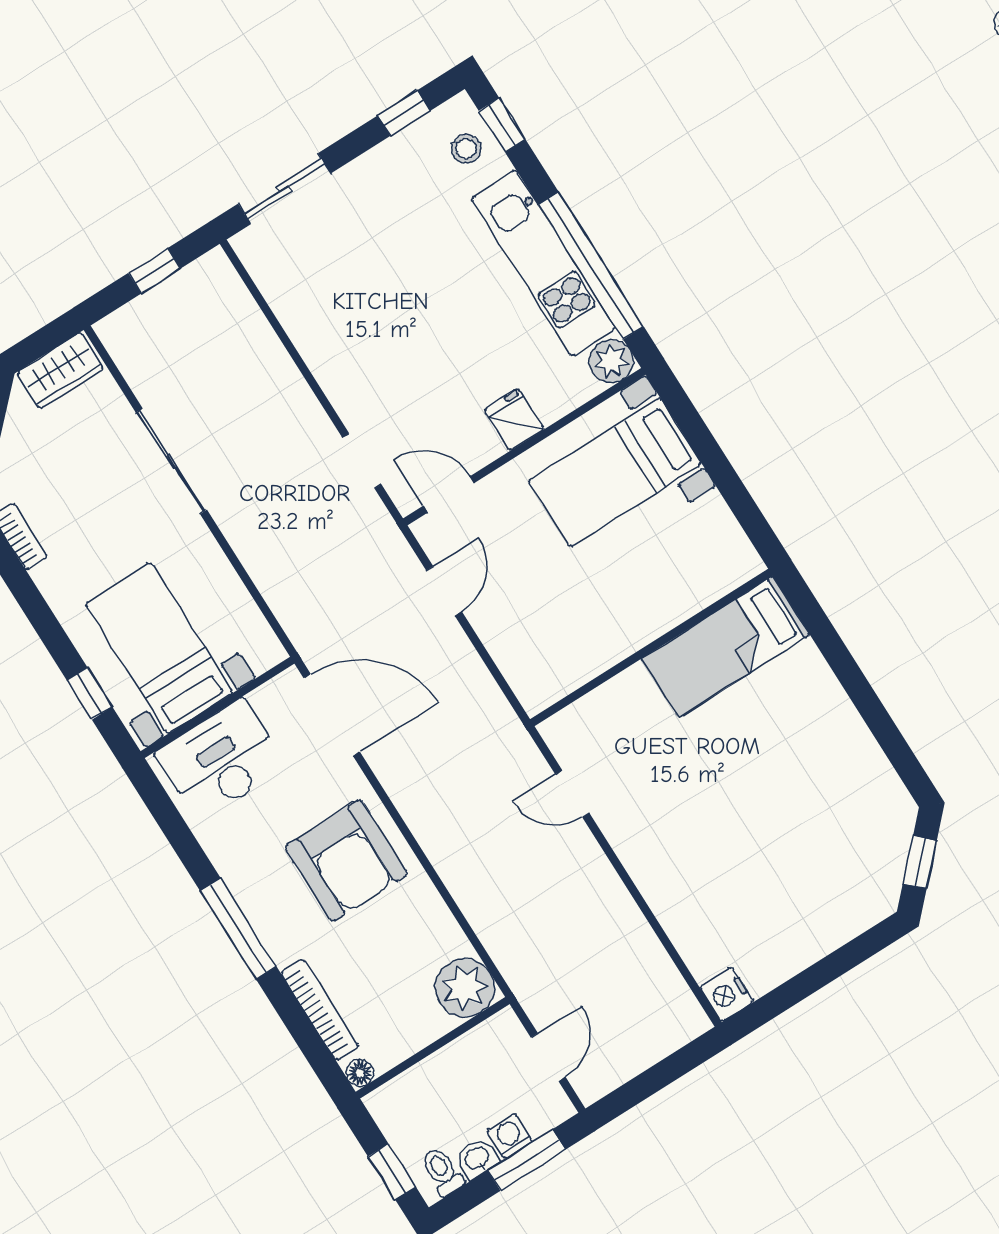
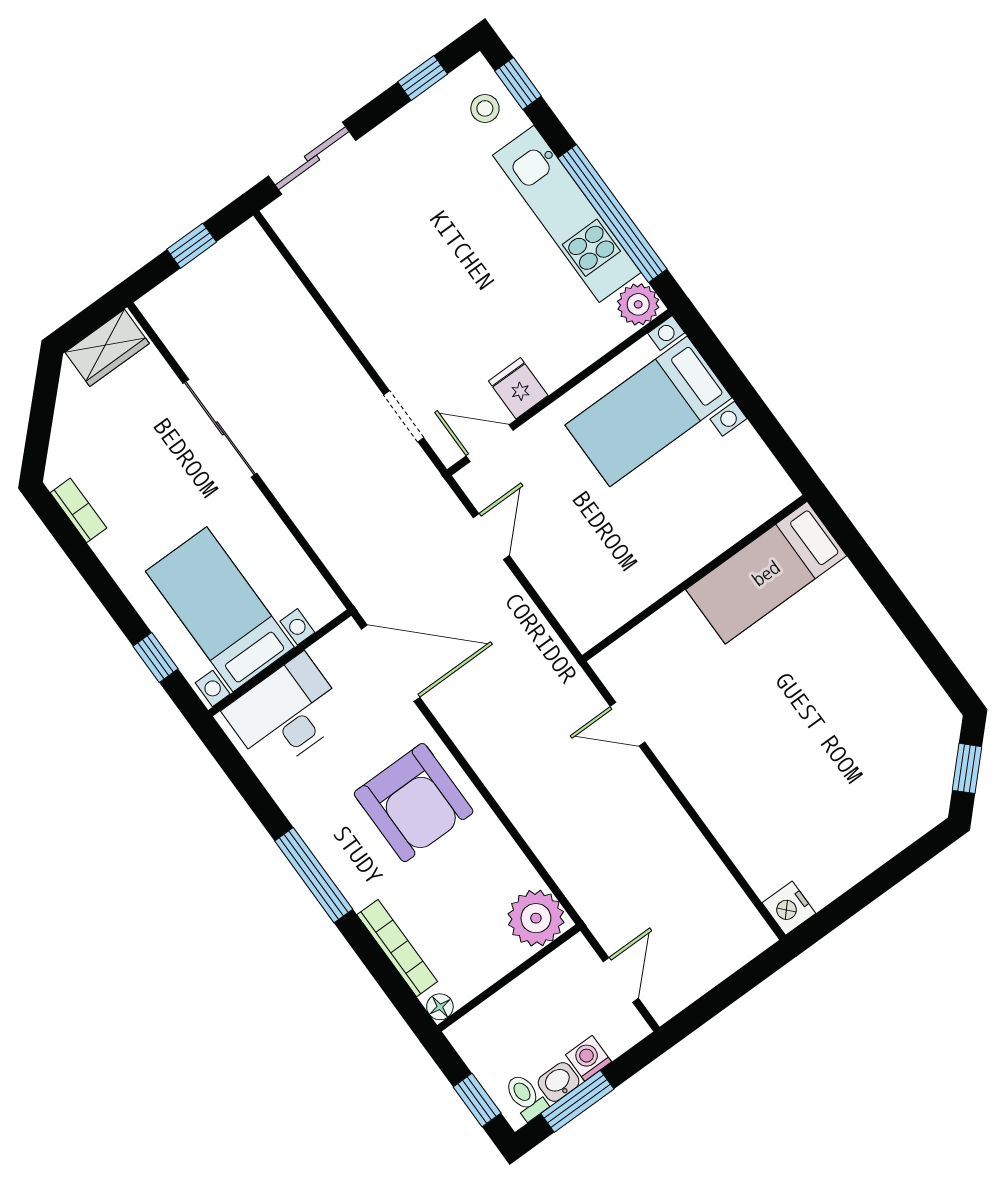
fridge: (514, 420) -> (518, 388), moved
window: (526, 1160) -> (577, 1101), moved

